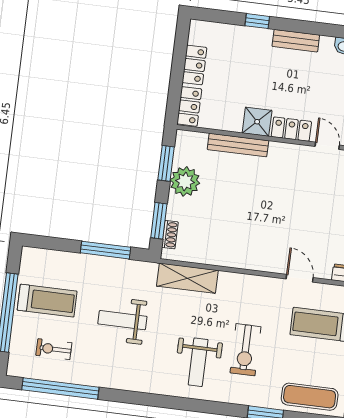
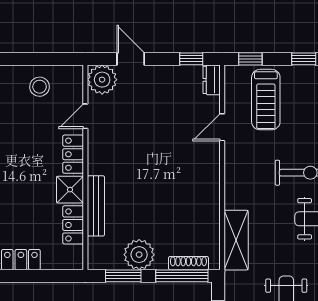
locker: (189, 106) -> (73, 225), moved, turned -90
window: (159, 221) -> (182, 276), width x1.44
shoe rack: (170, 235) -> (188, 263), width x1.43

